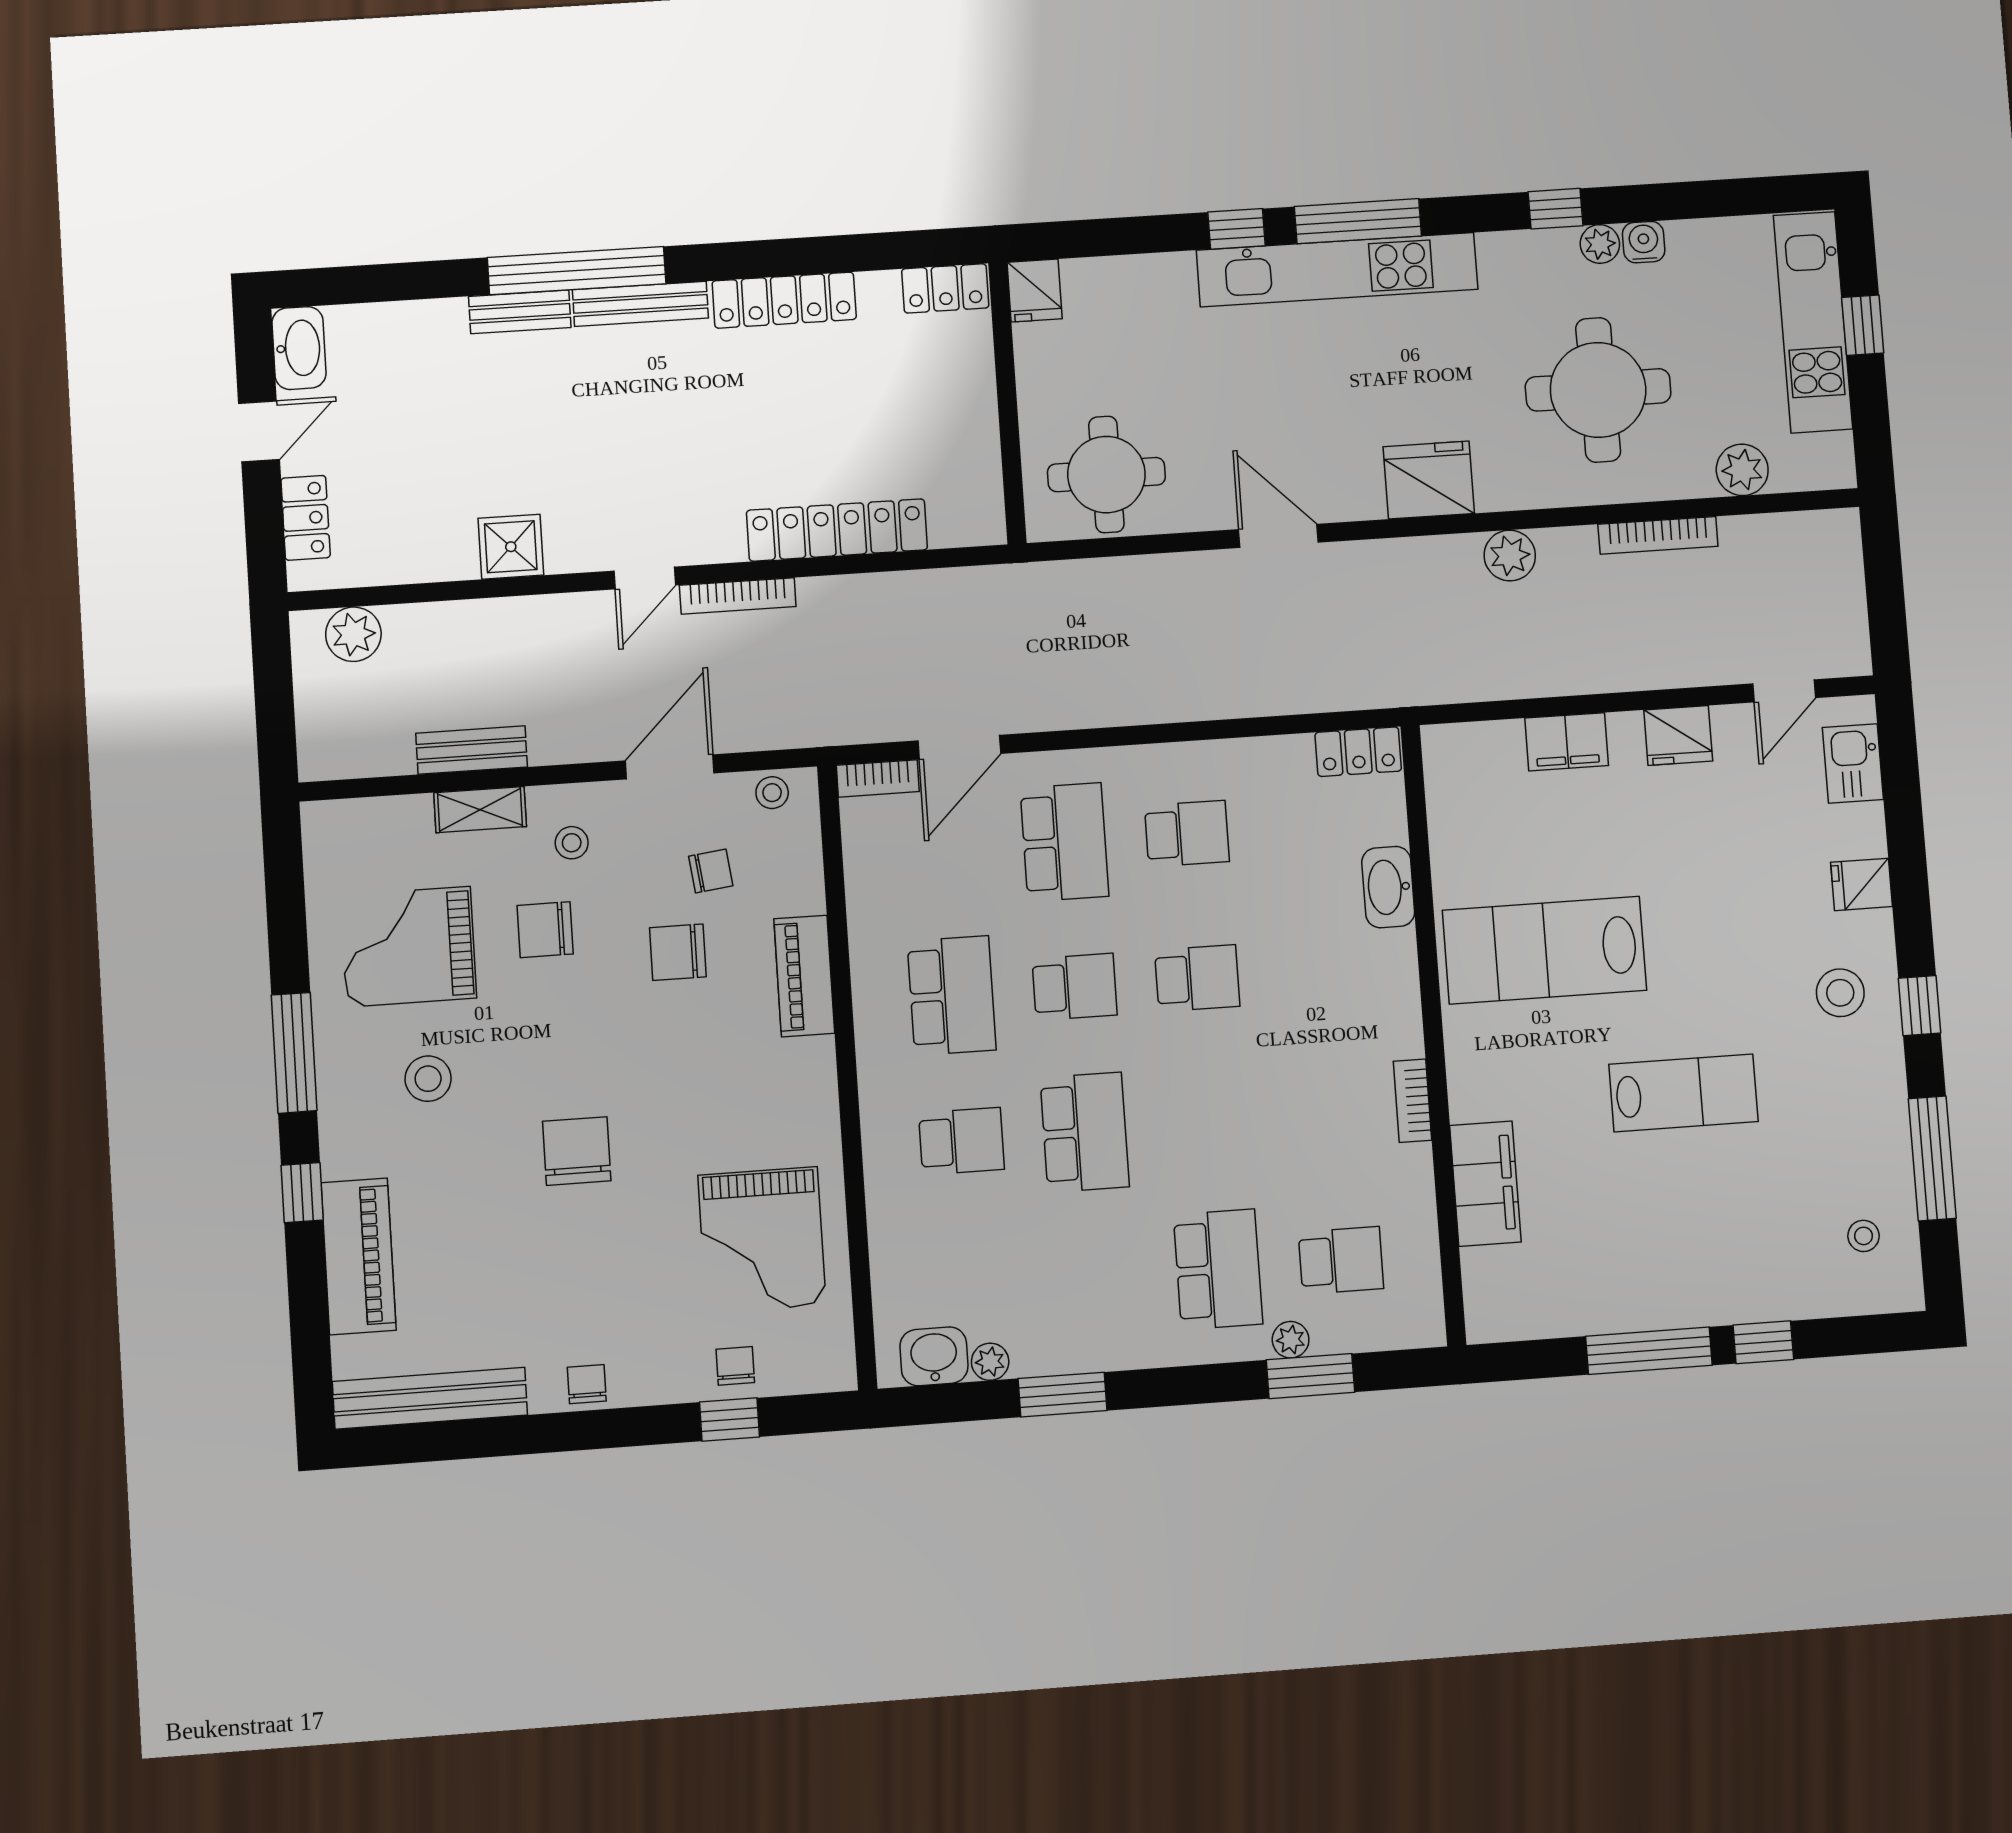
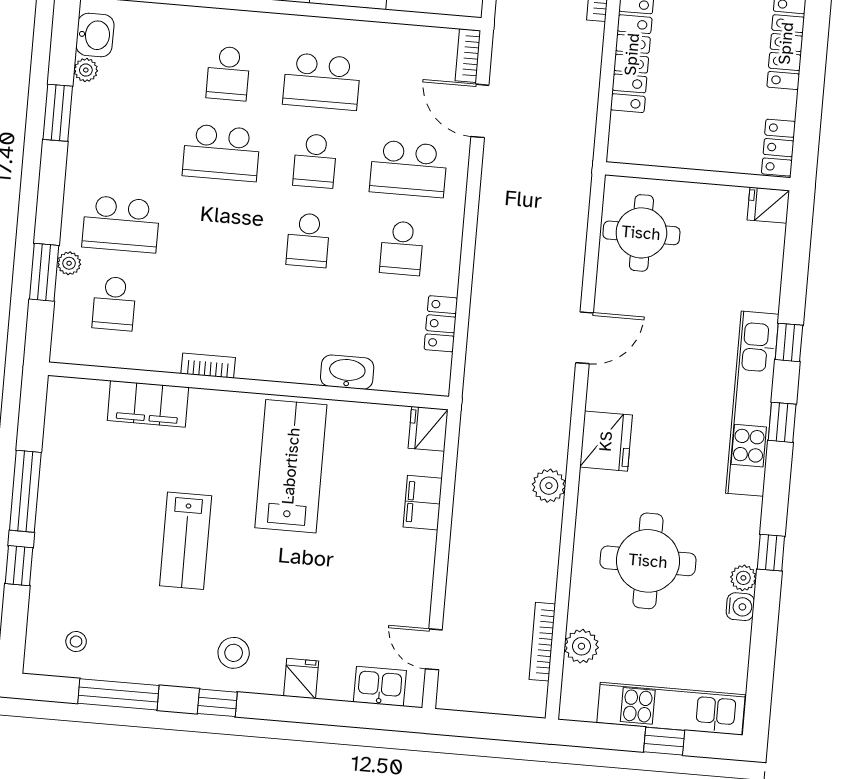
window: (1358, 221) -> (782, 422), width x0.46
bookcase: (1658, 535) -> (542, 642), moved
fridge: (1678, 735) -> (428, 429), moved
locker: (1358, 752) -> (441, 324), moved

